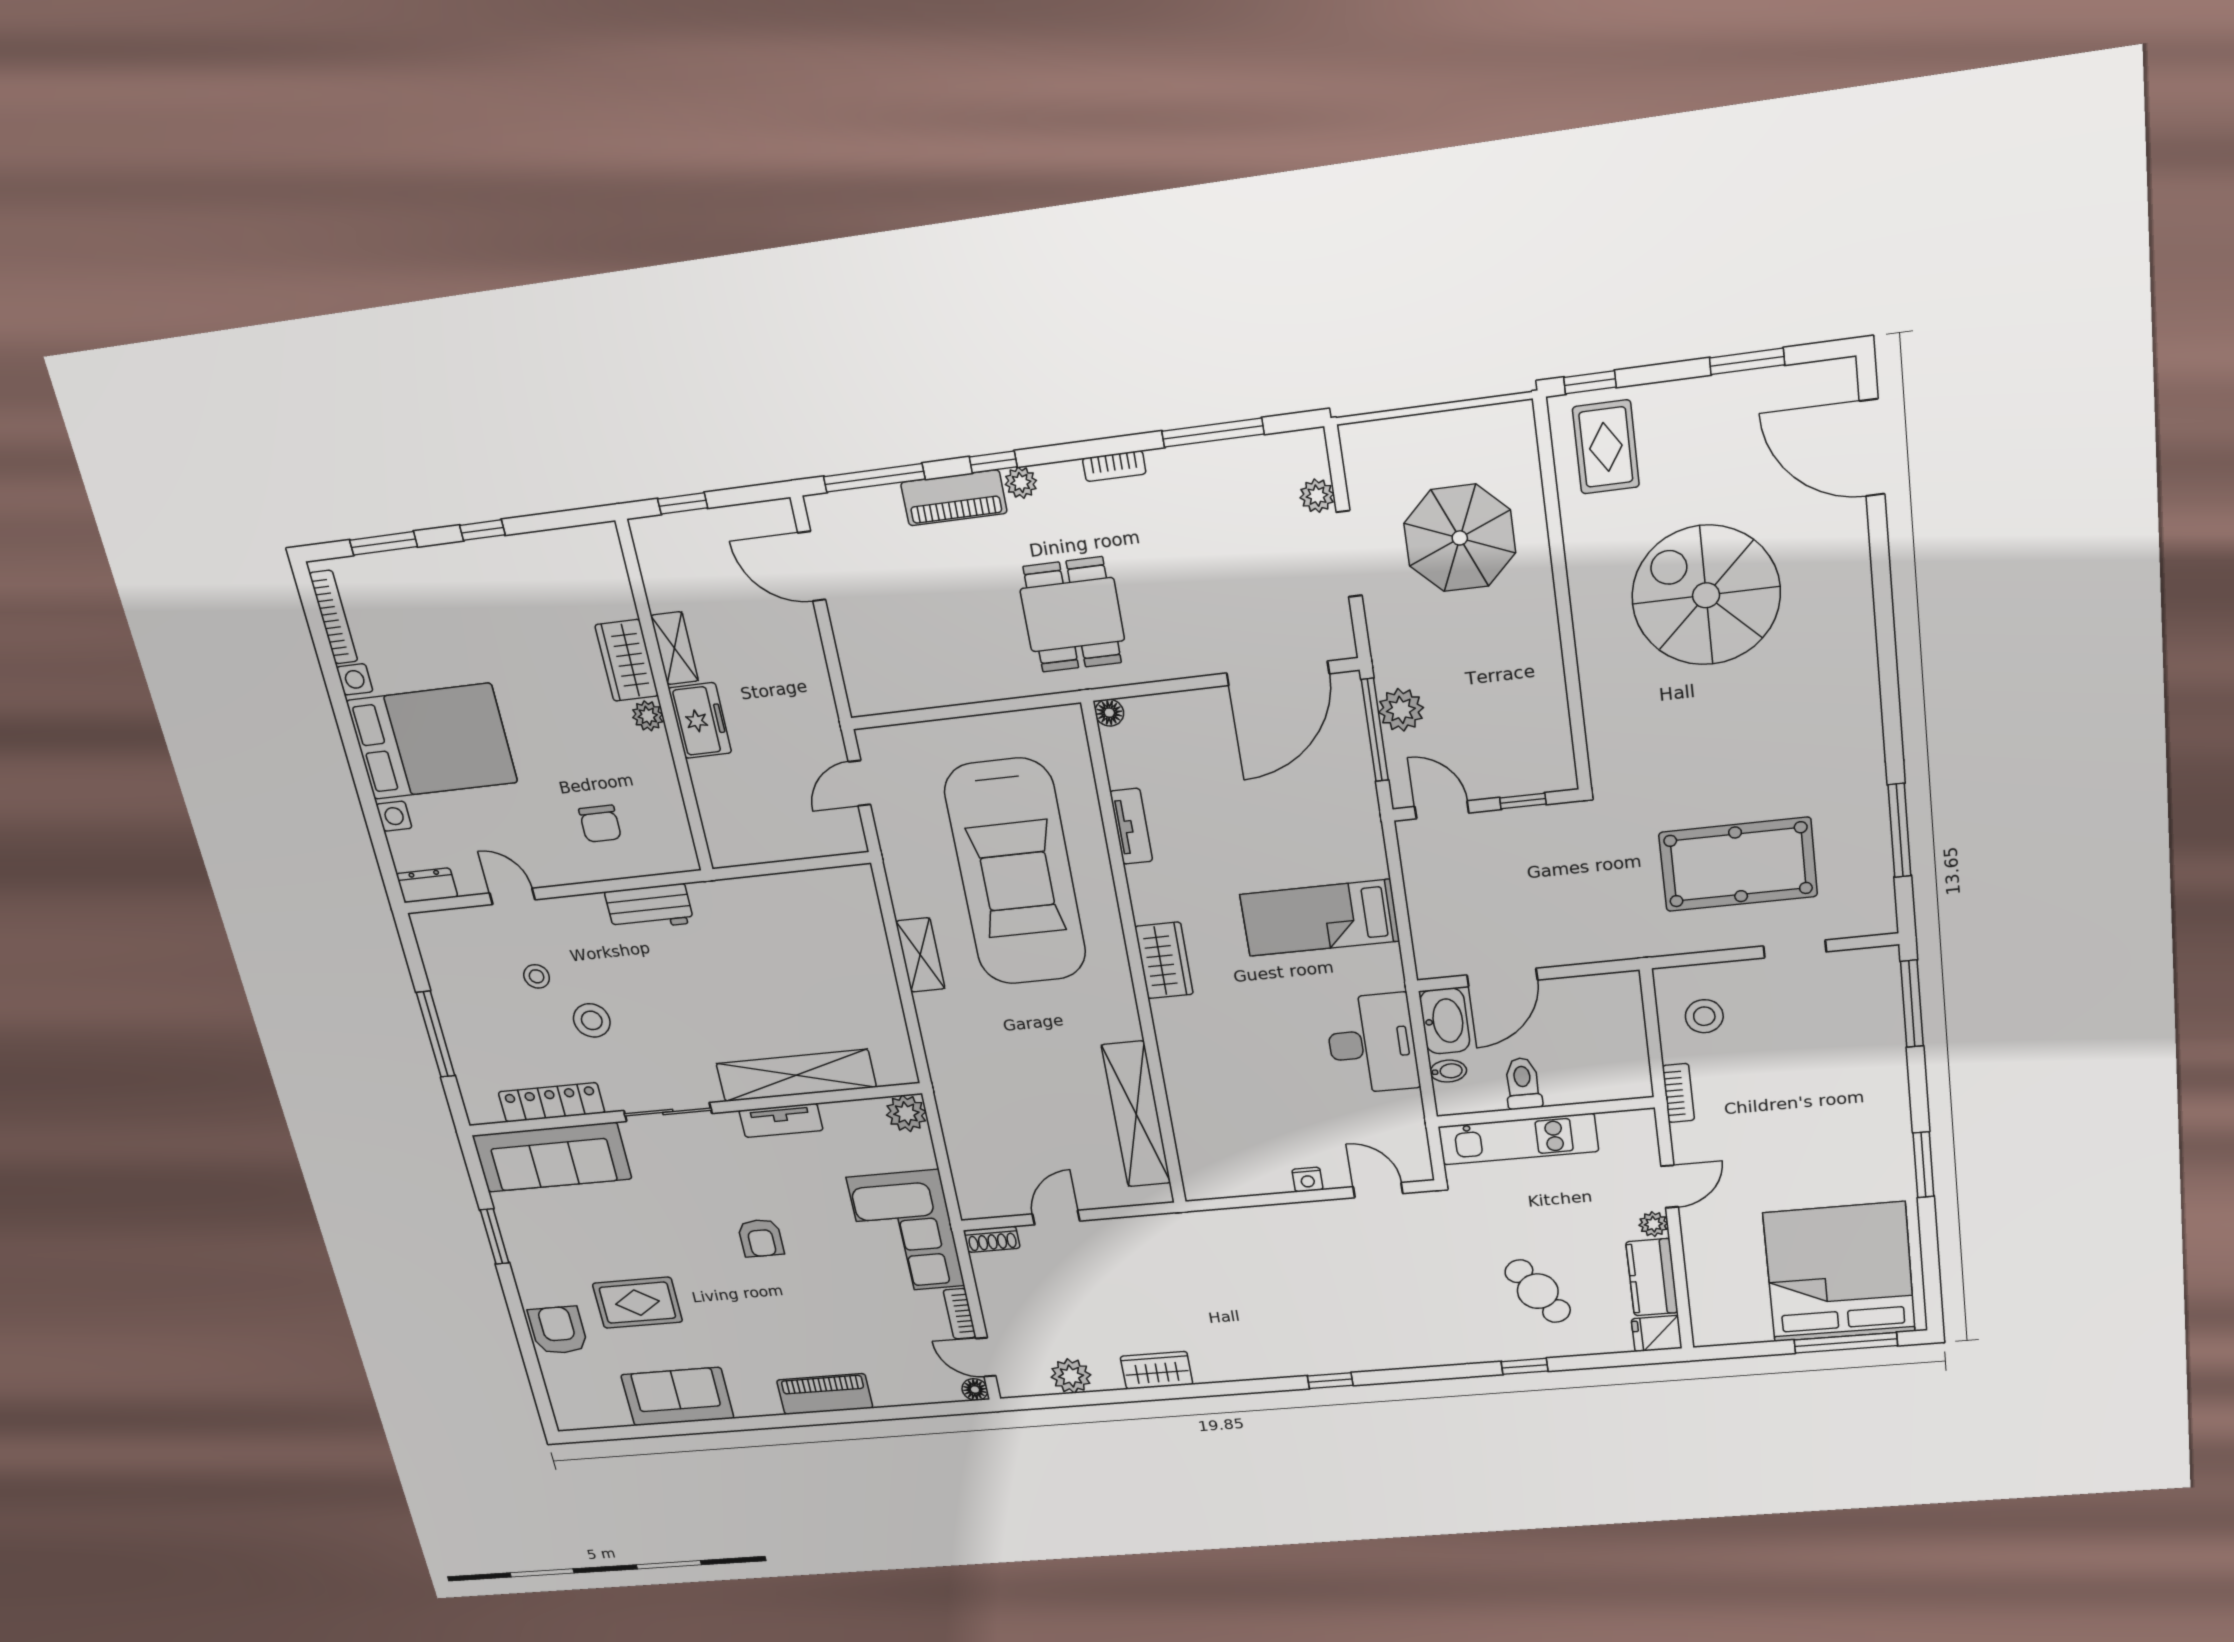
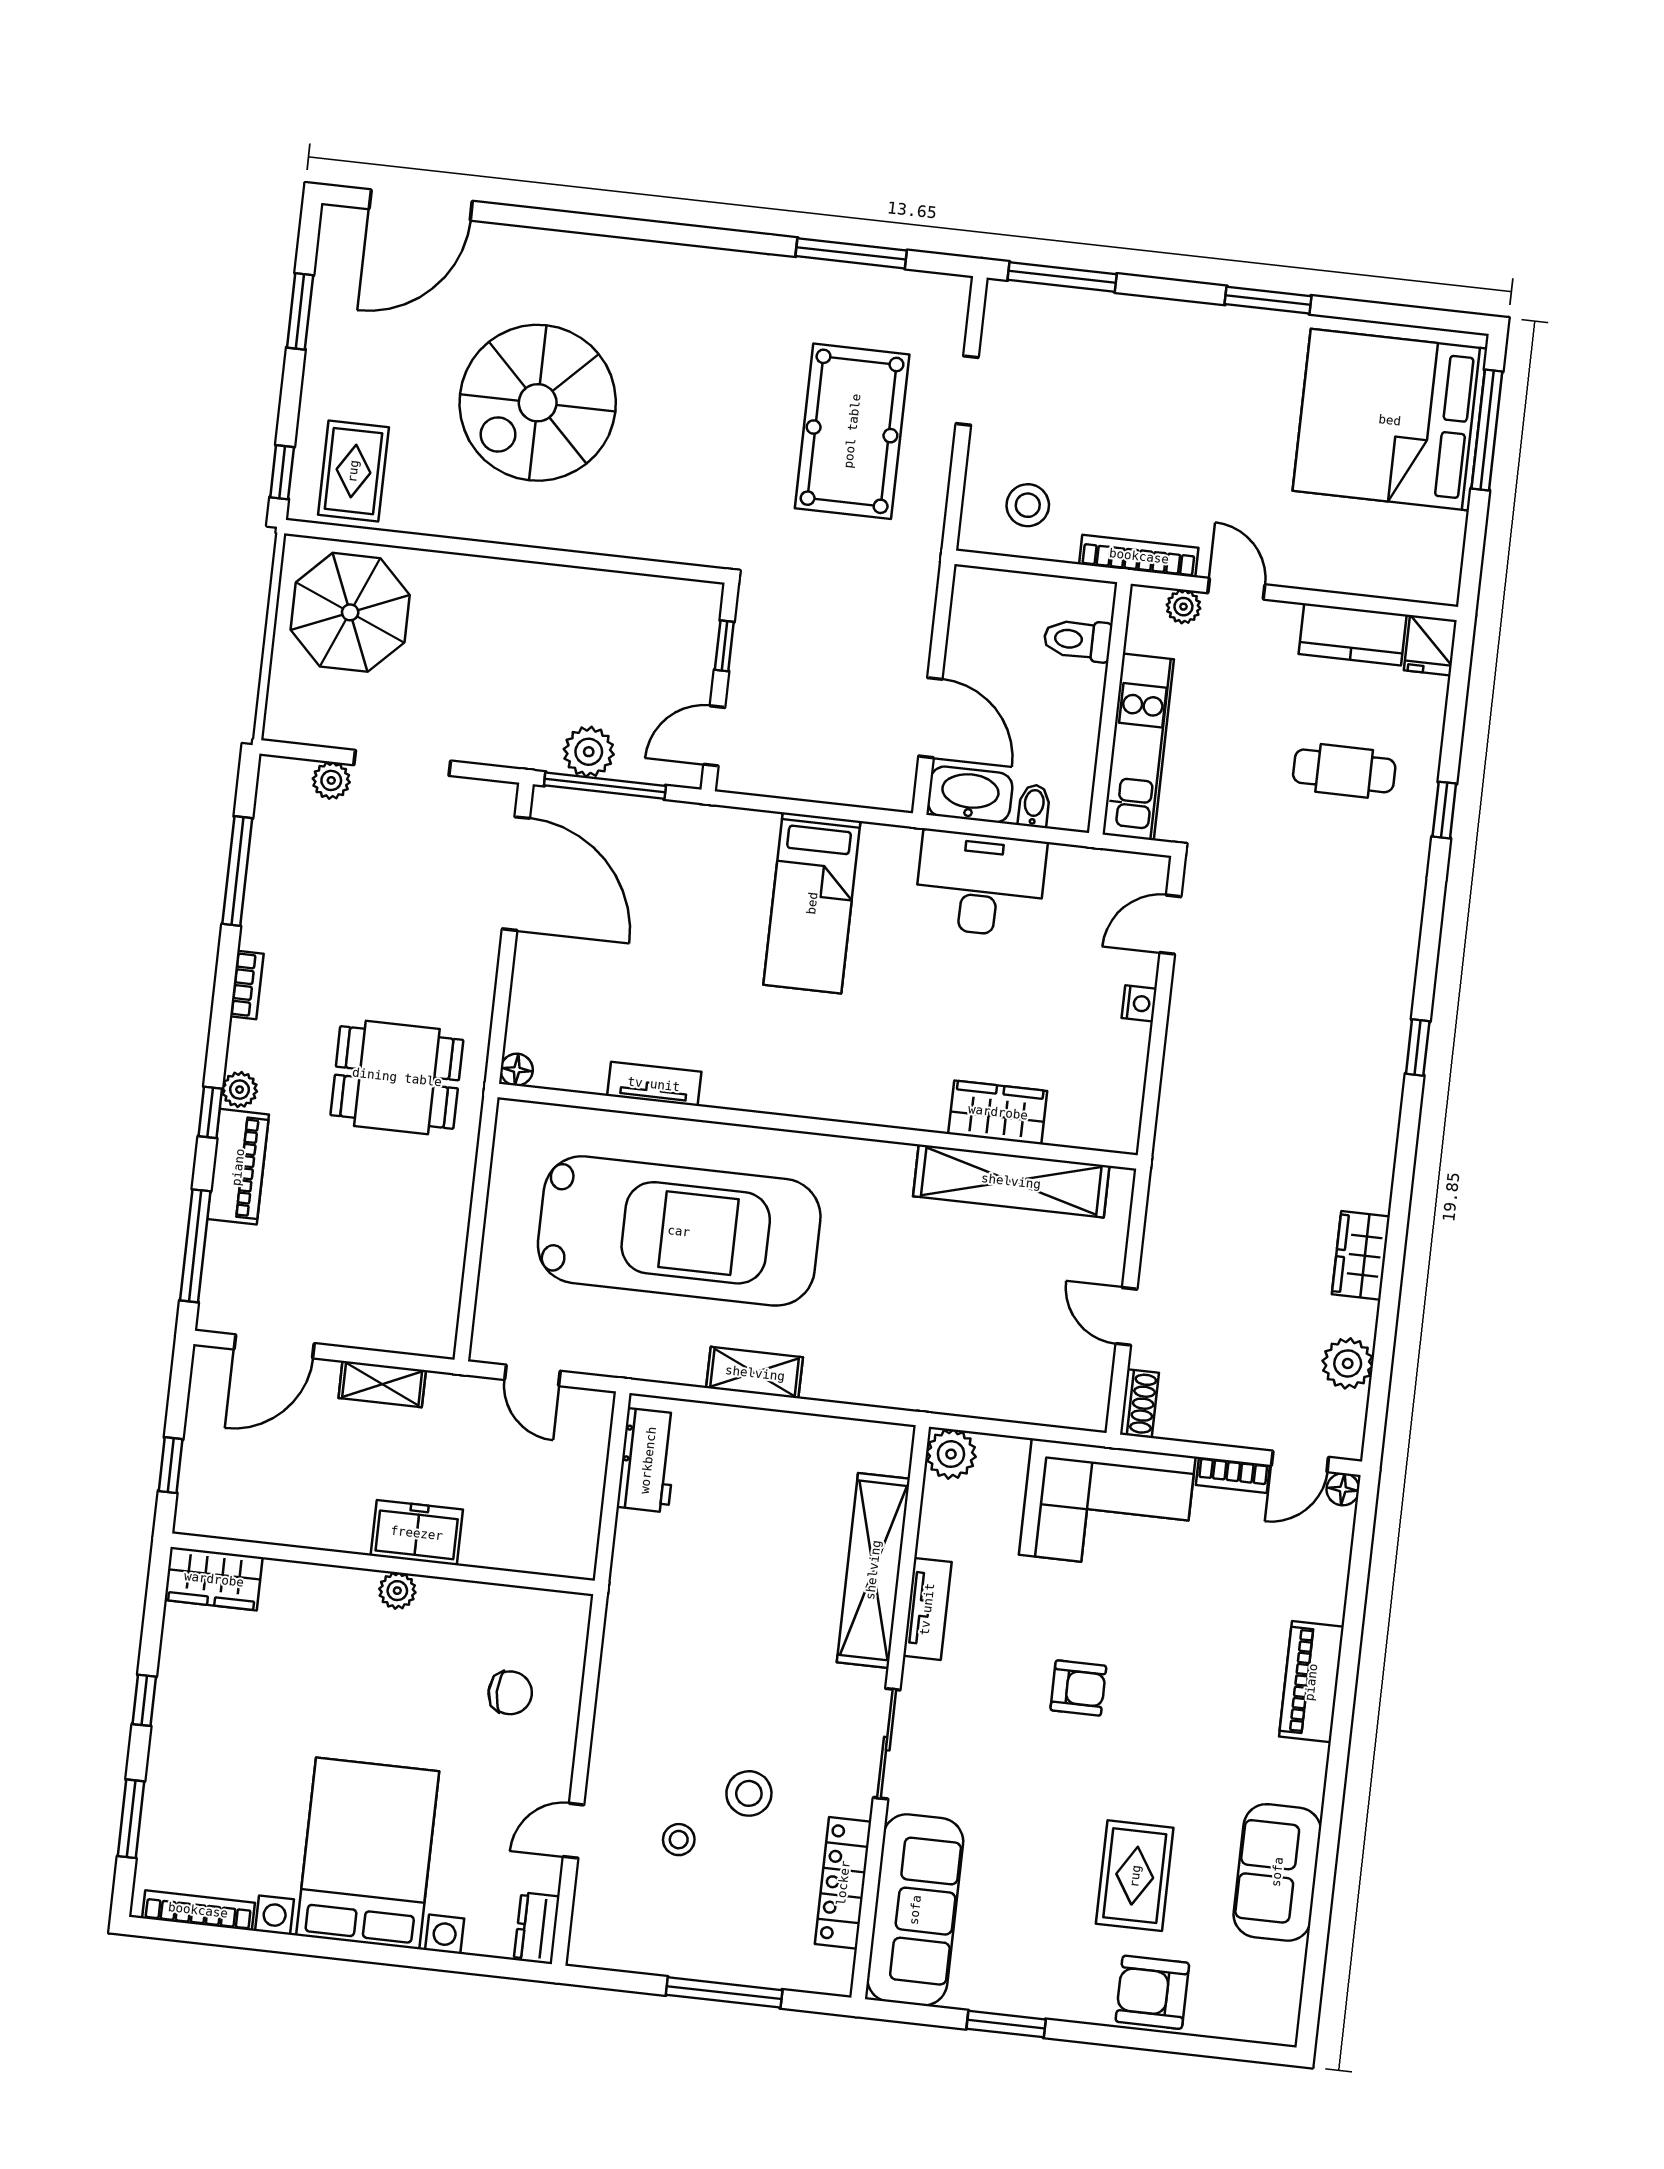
rug: (1606, 447) -> (353, 471), turned 90
parasol: (1460, 538) -> (350, 612), moved
shelving: (674, 648) -> (382, 1384), moved
wardrobe: (627, 660) -> (214, 1579), moved
workbench: (649, 907) -> (648, 1460), moved
wardrobe: (1164, 960) -> (998, 1112), moved
toilet: (1523, 1084) -> (1078, 640), moved
bookcase: (1678, 1093) -> (1139, 556), width x1.56
plant: (1653, 1224) -> (1183, 607), moved
cafe table: (1538, 1291) -> (1344, 771), turned 33

